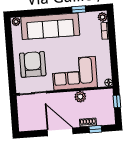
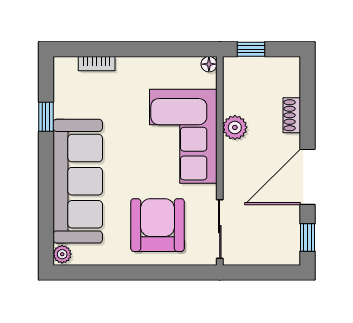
plant: (103, 17) -> (67, 66), removed
armchair: (33, 64) -> (158, 225), turned 90
window: (95, 129) -> (308, 237), moved

